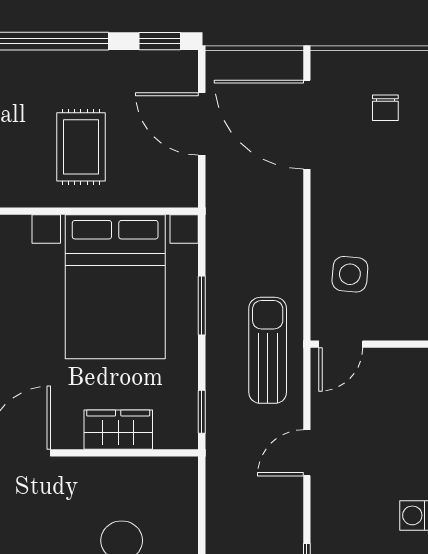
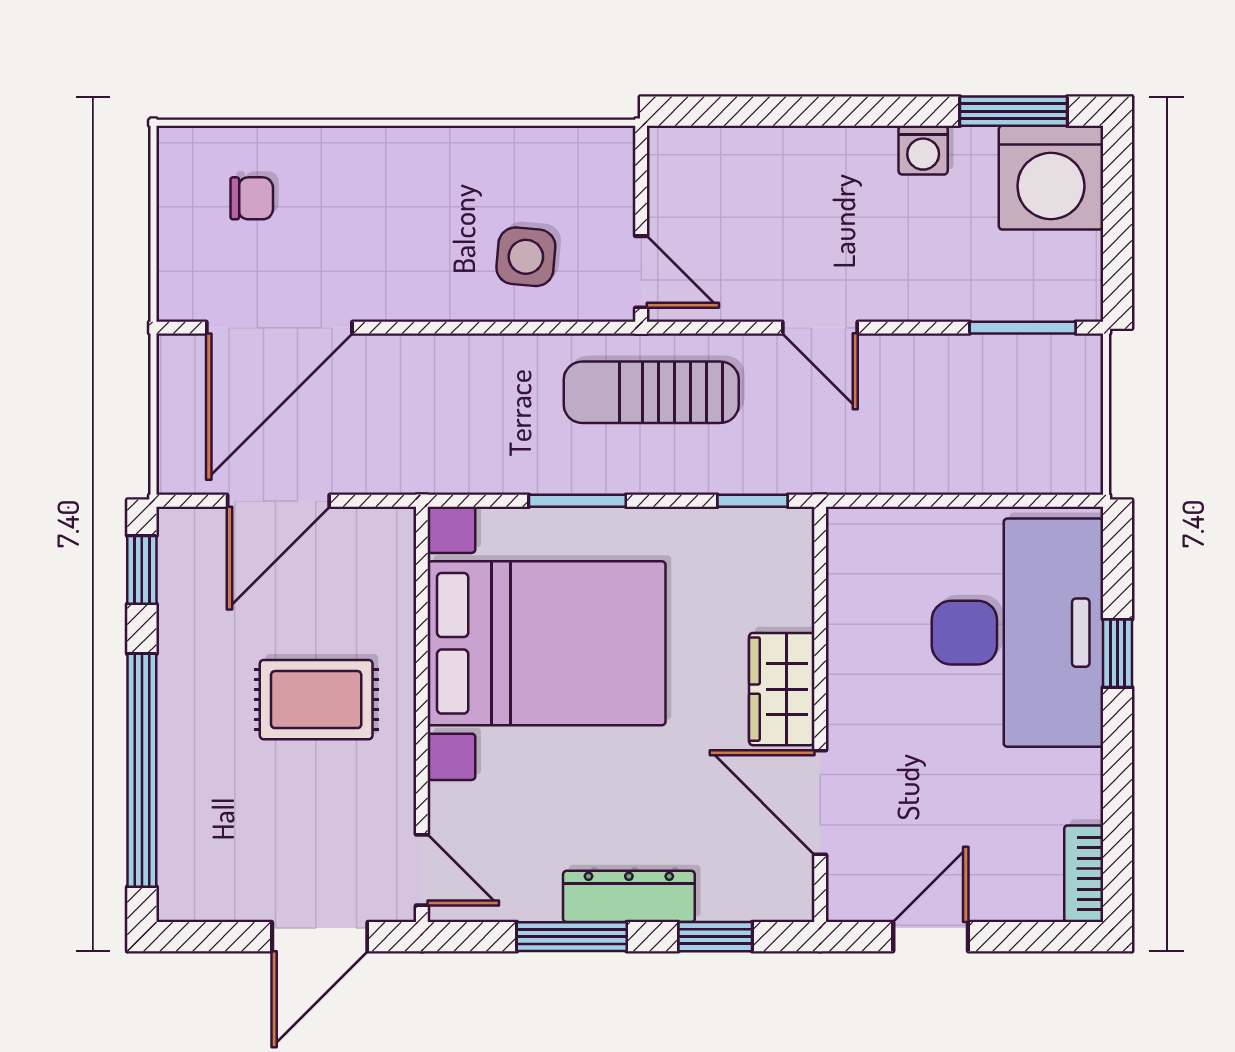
wardrobe: (118, 430) -> (782, 689), moved

